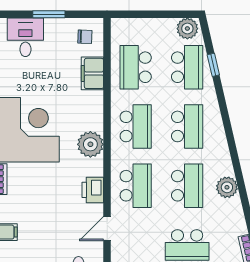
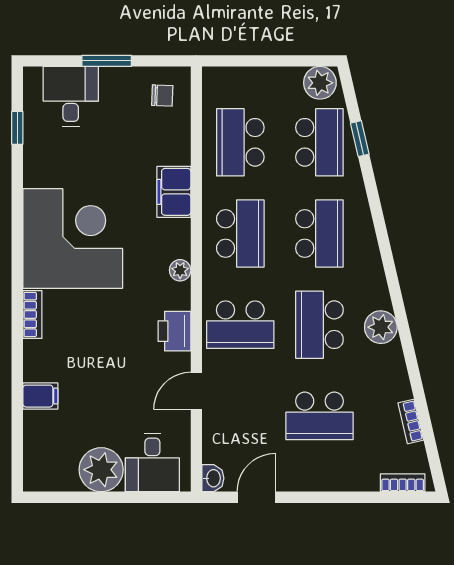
filing cabinet: (92, 73) -> (174, 192), moved
plant: (90, 144) -> (180, 270), width x0.53, depth x0.53
school desk: (136, 186) -> (240, 325), turned 90
school desk: (187, 186) -> (319, 325), turned 180

